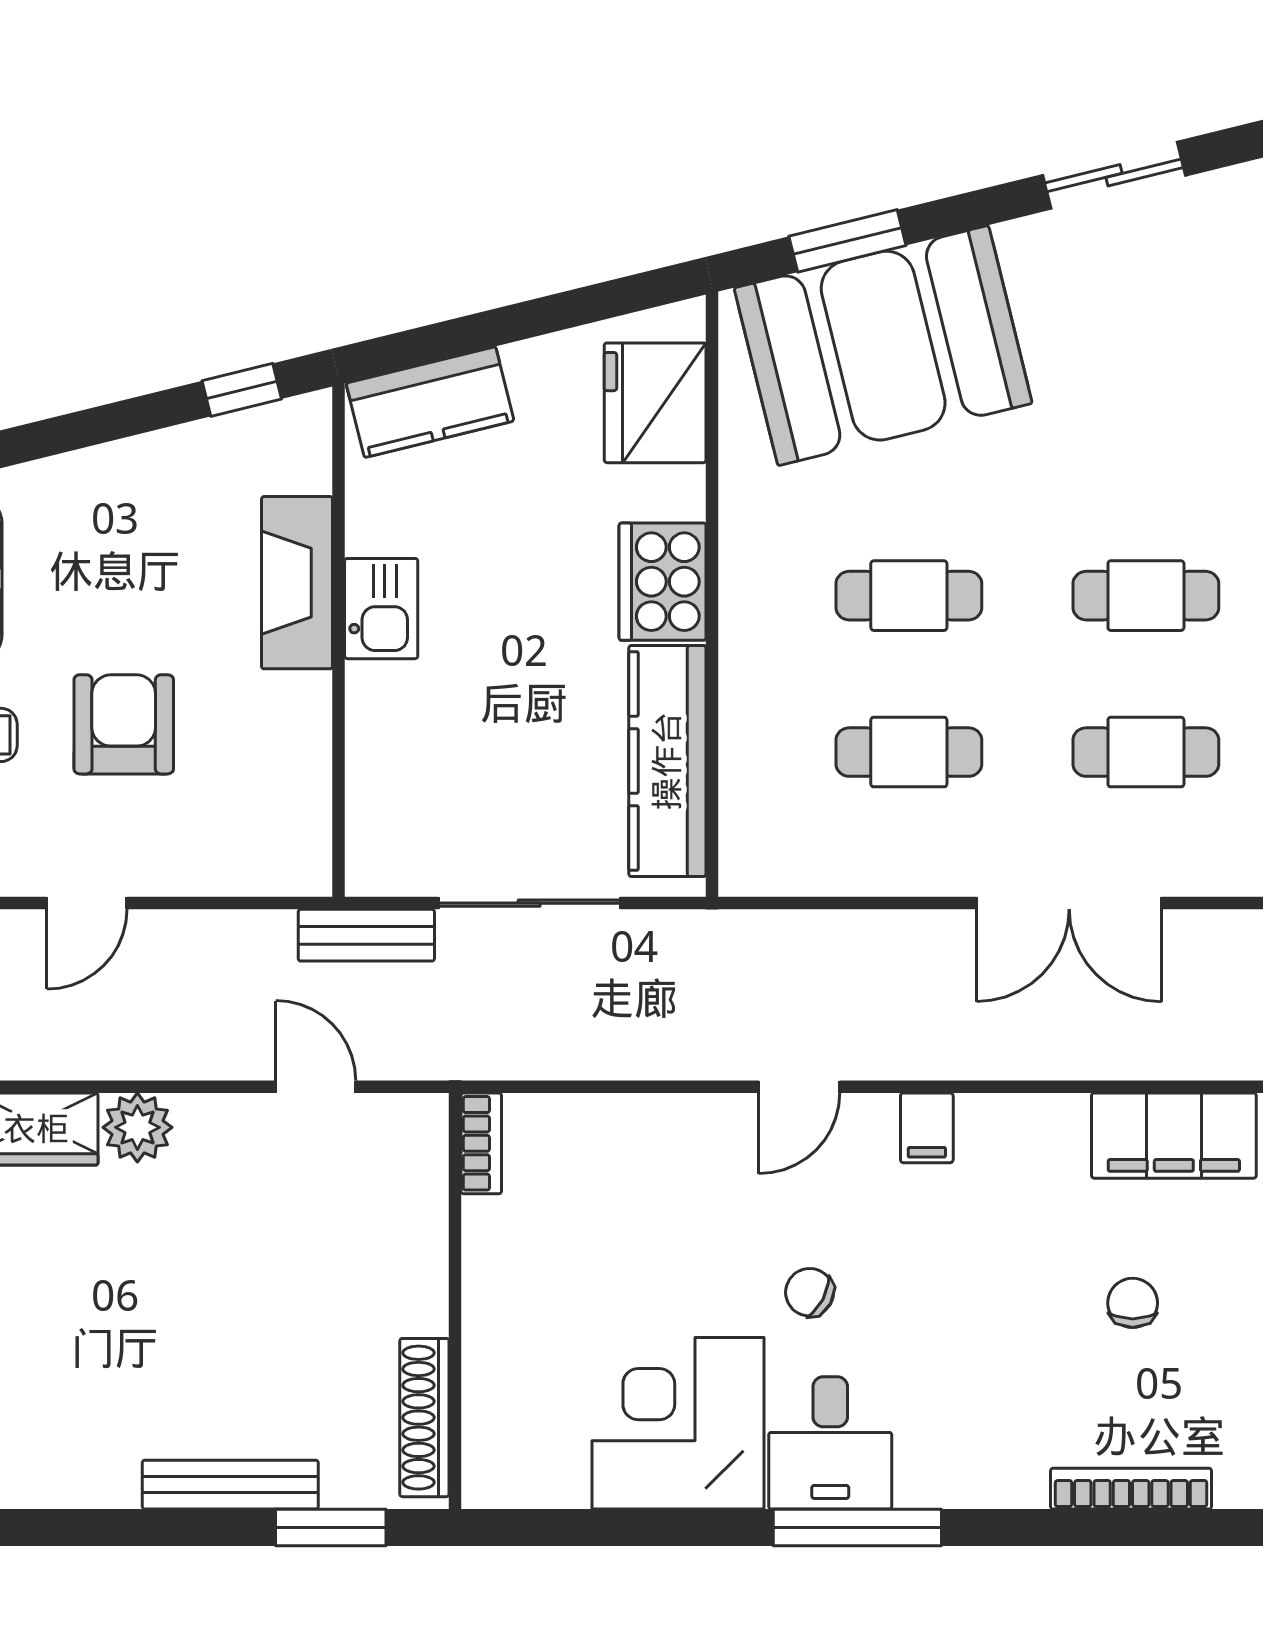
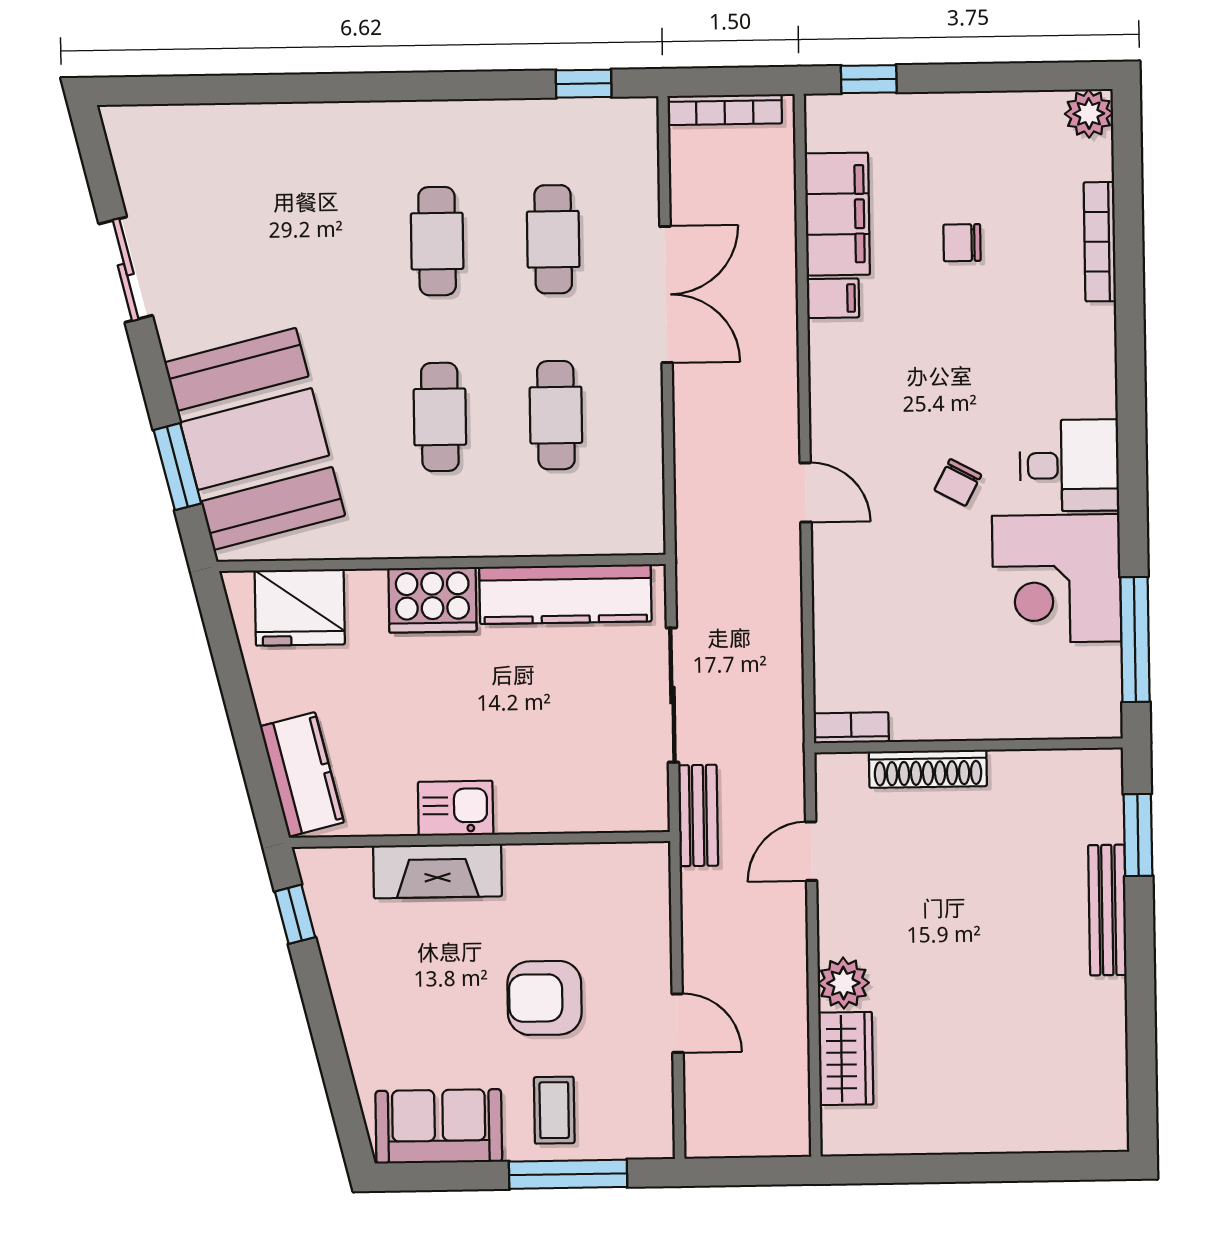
filing cabinet: (927, 1128) -> (833, 298), moved
shoe rack: (424, 1418) -> (928, 769), moved
window: (857, 1528) -> (1135, 639), moved

